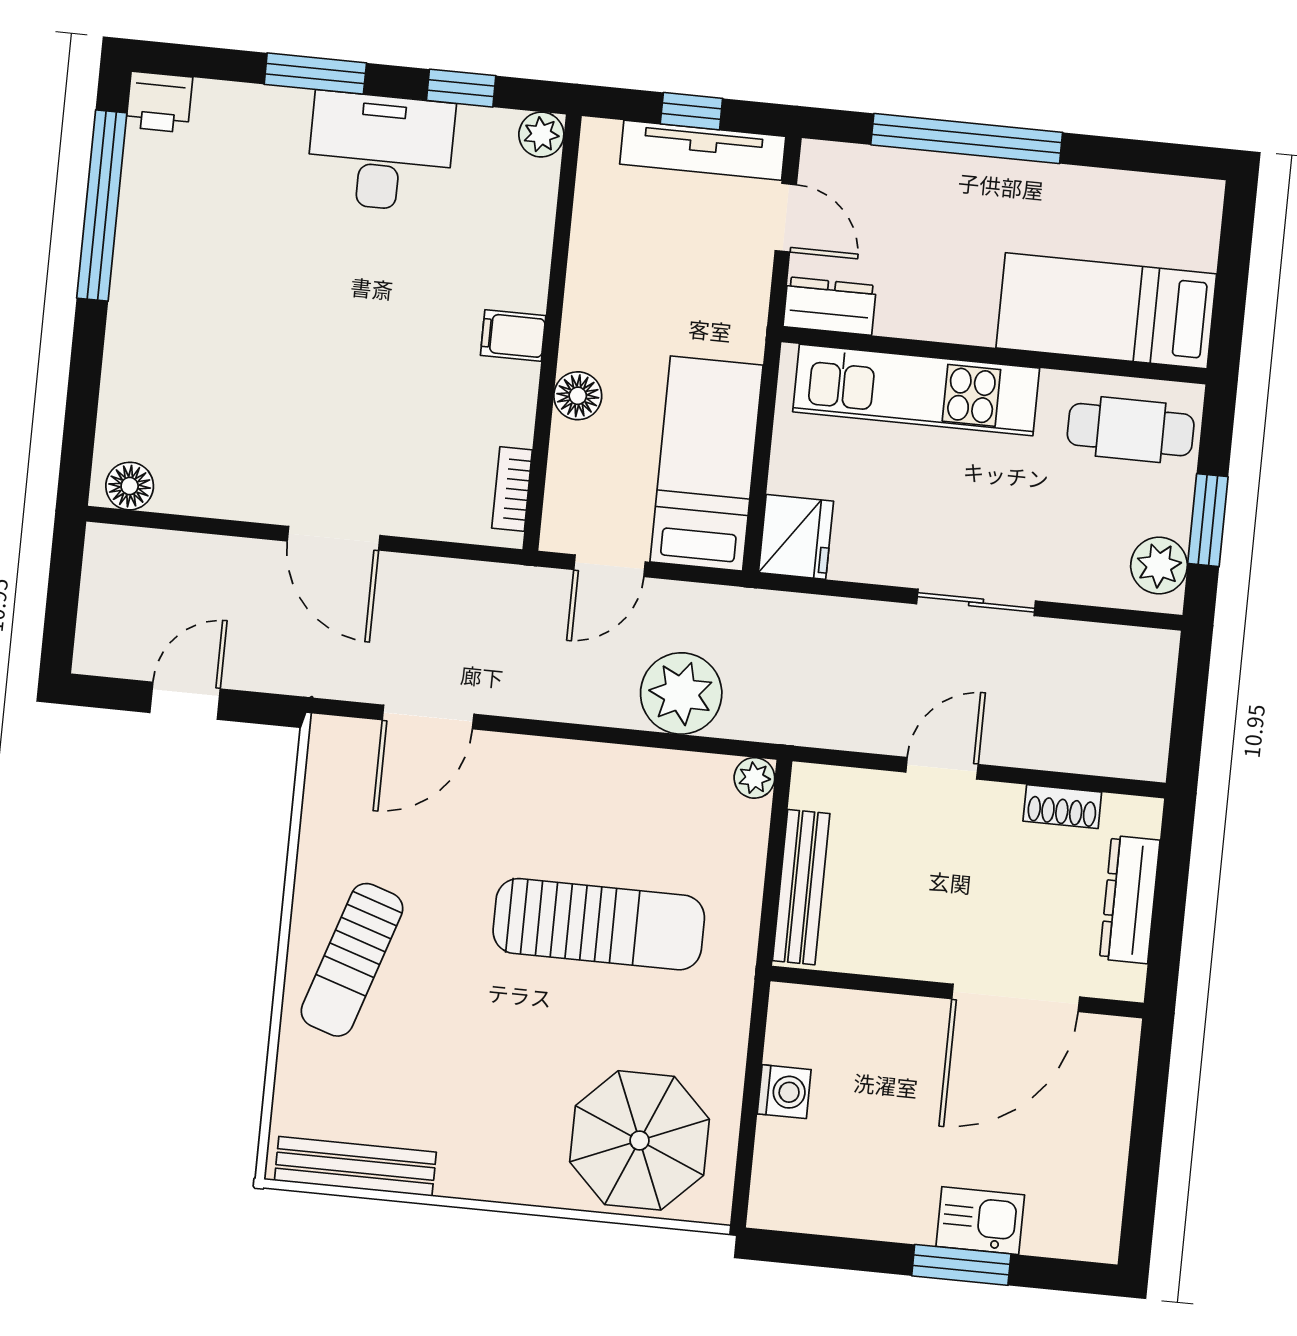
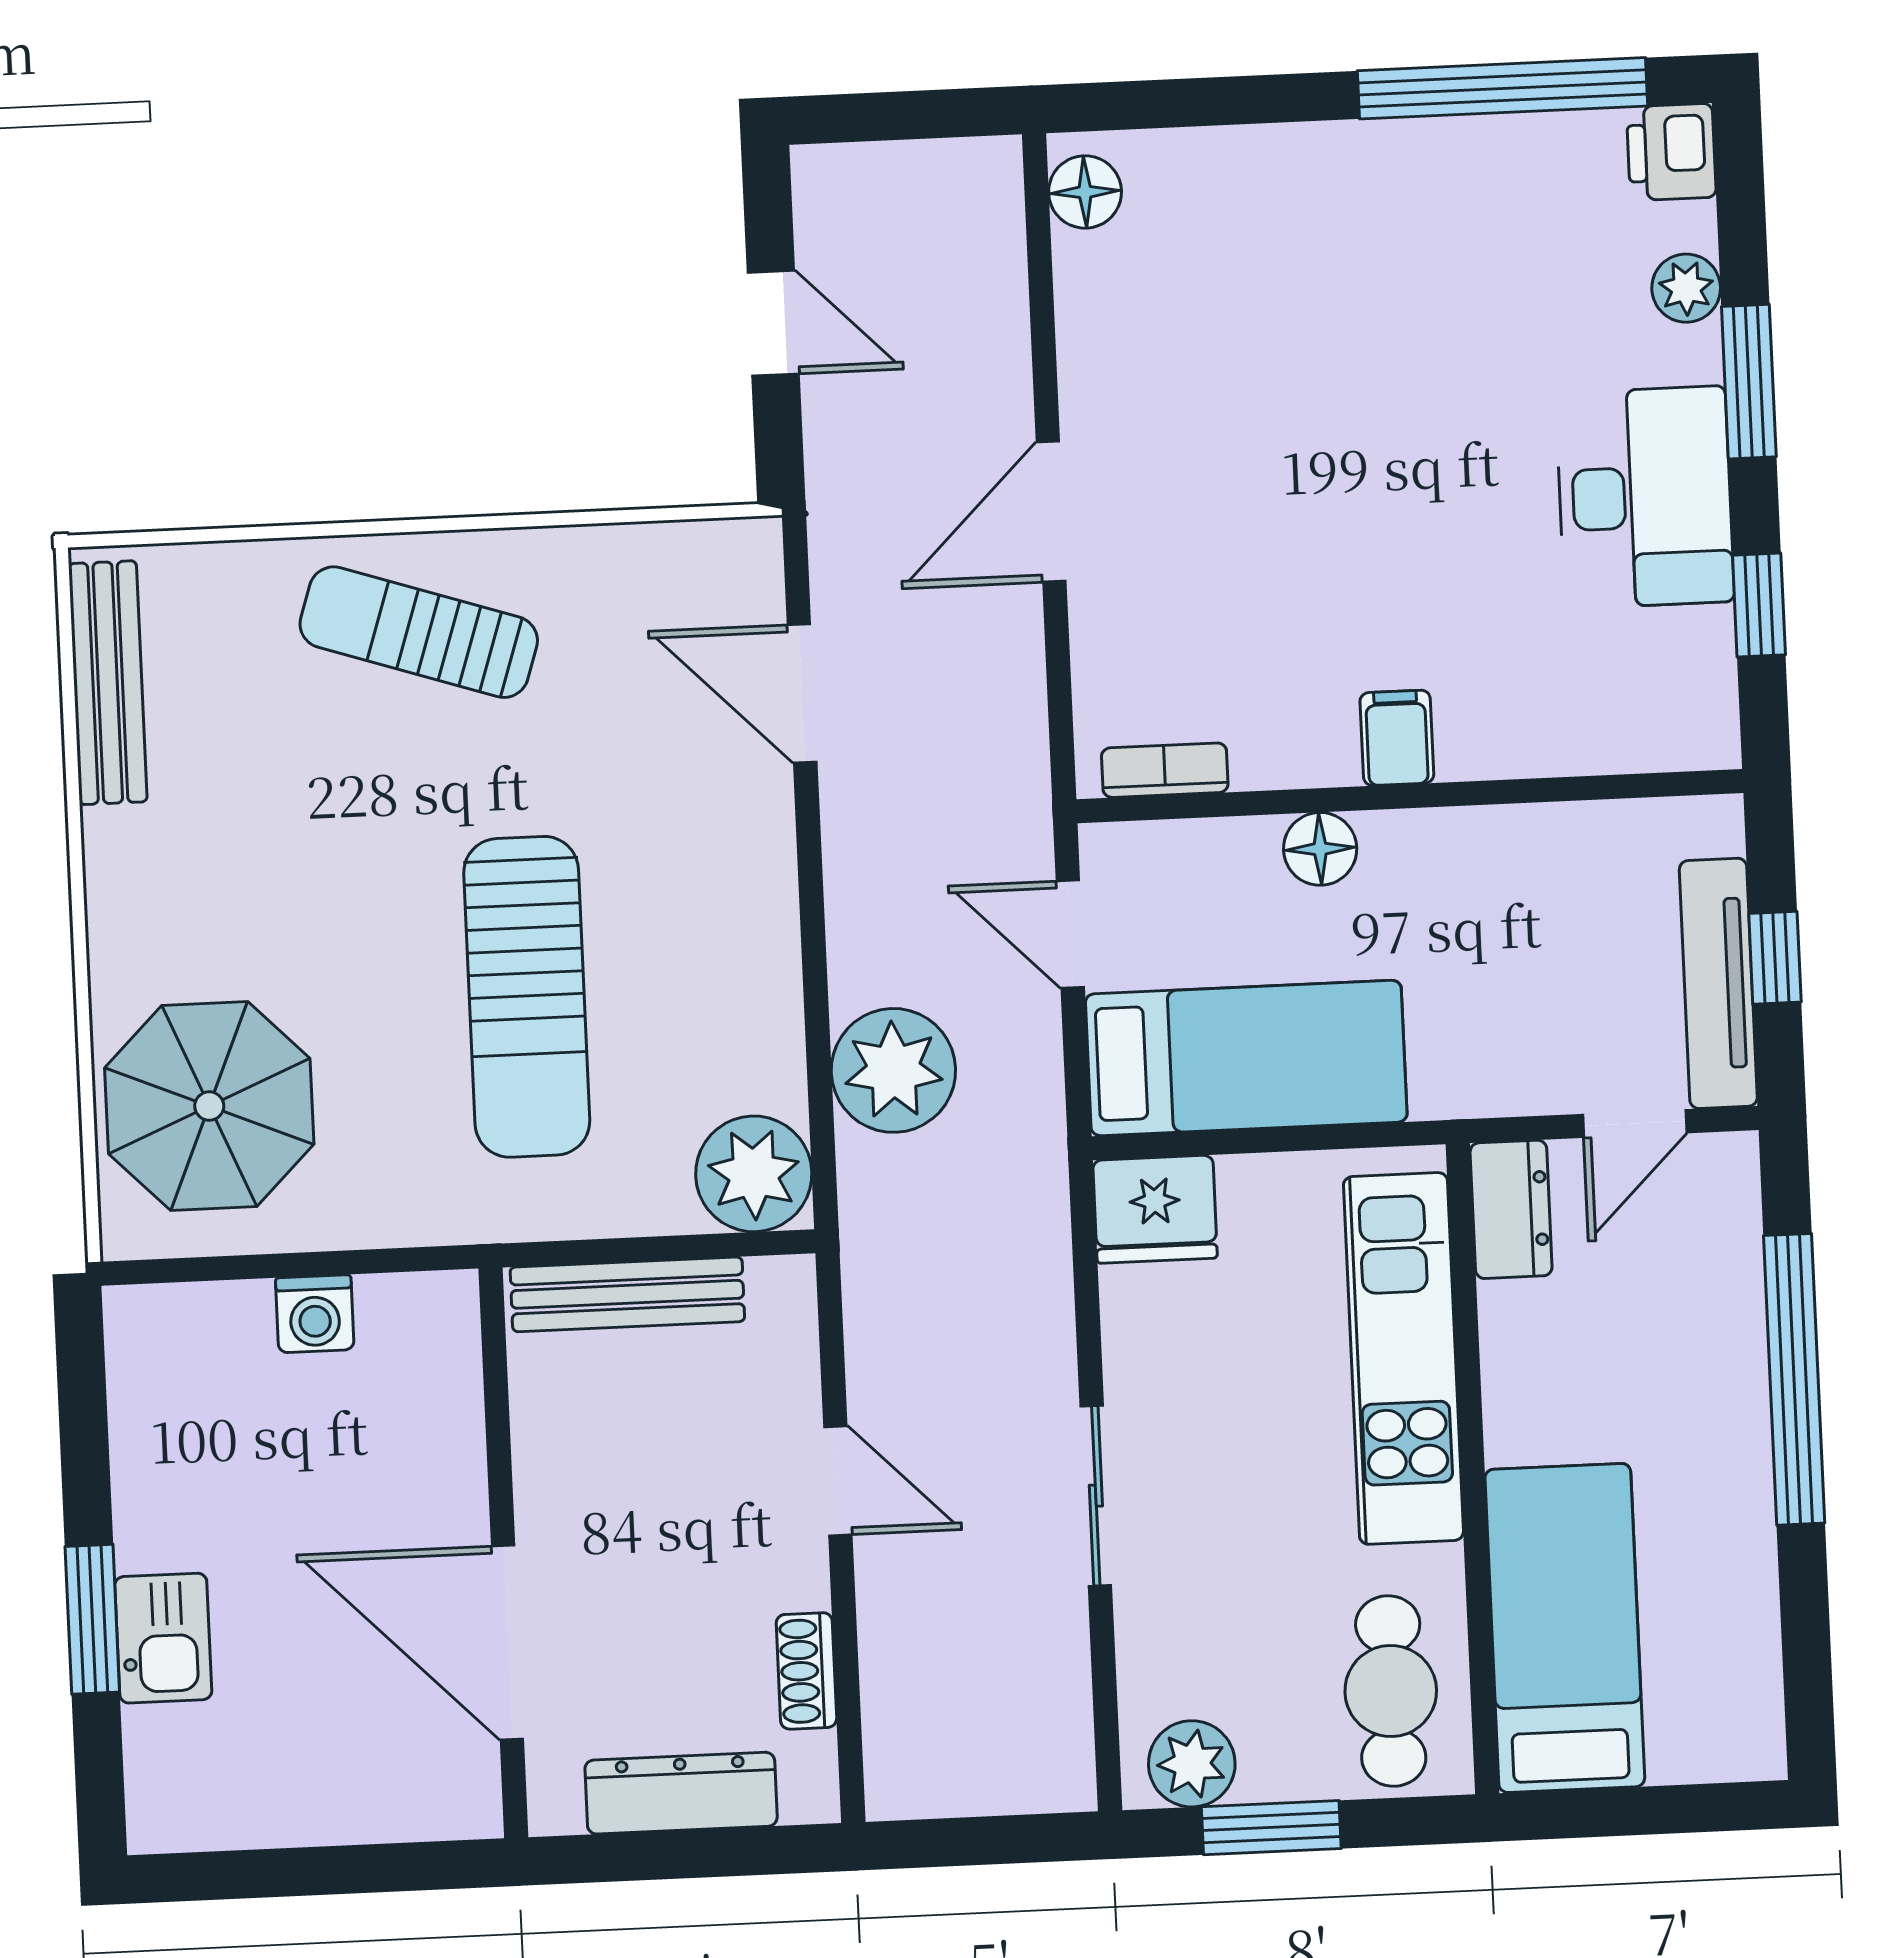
plant: (541, 135) -> (1686, 288), moved
plant: (754, 778) -> (754, 1174), width x1.87, depth x1.87

